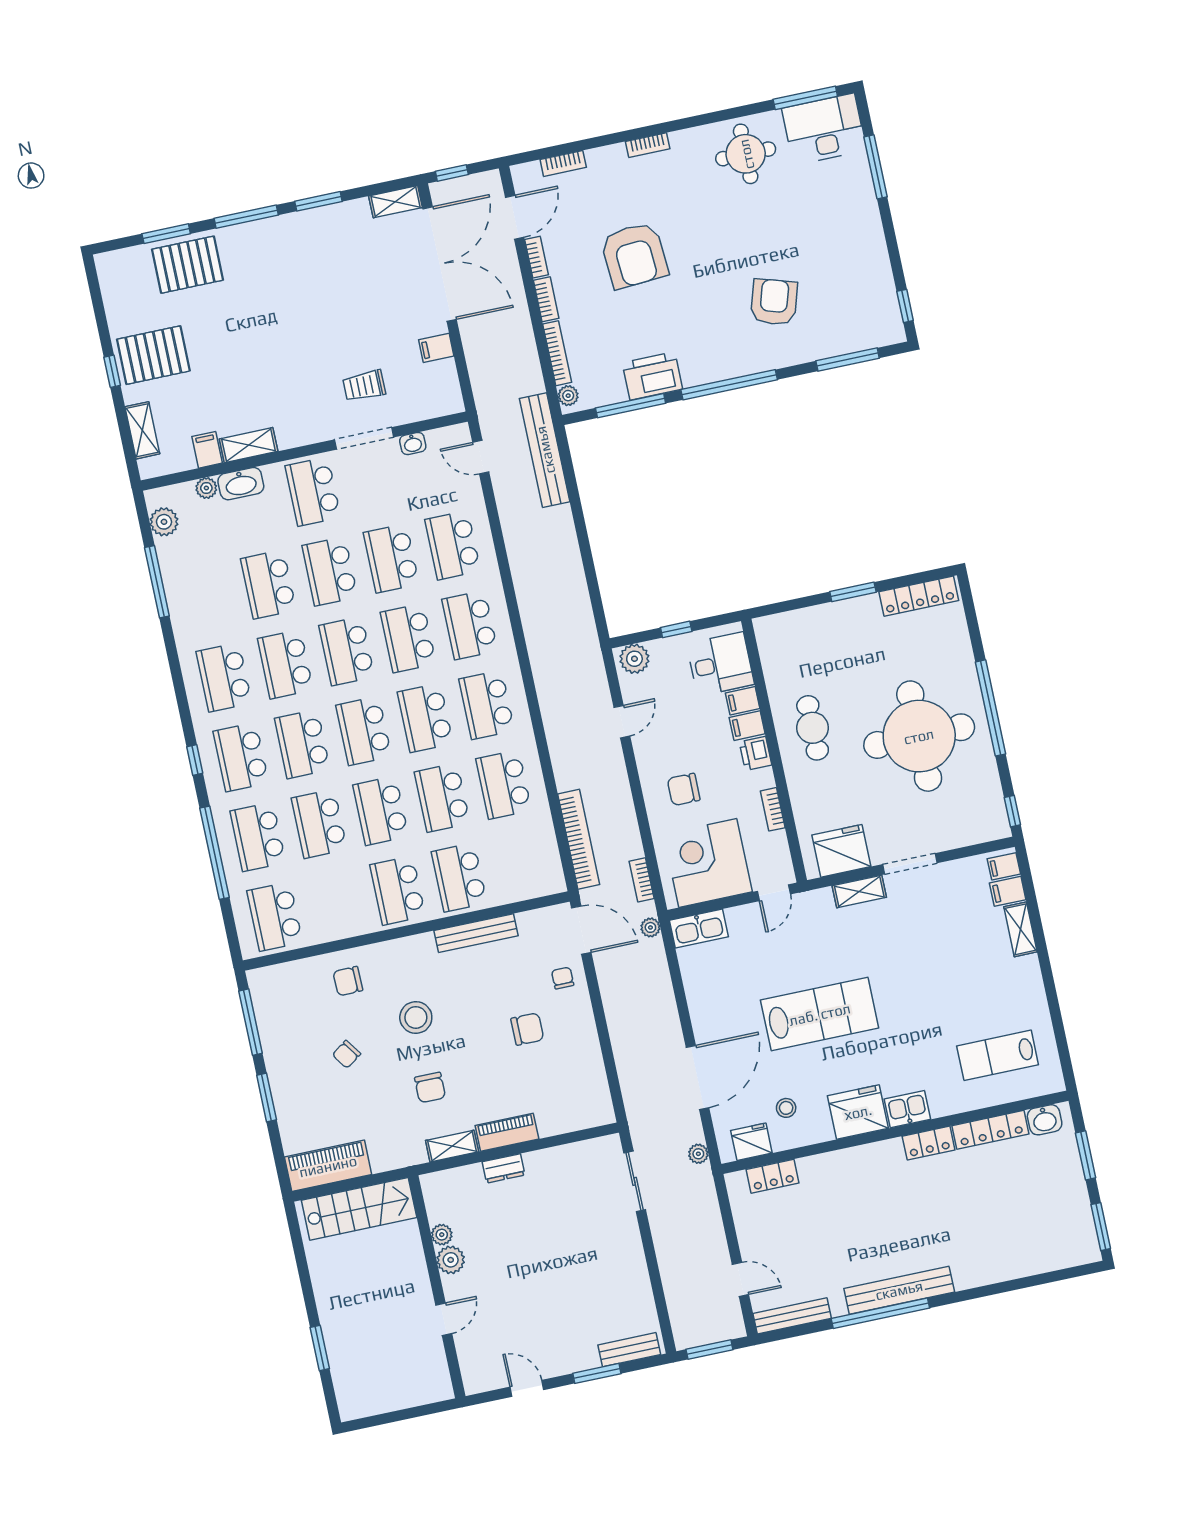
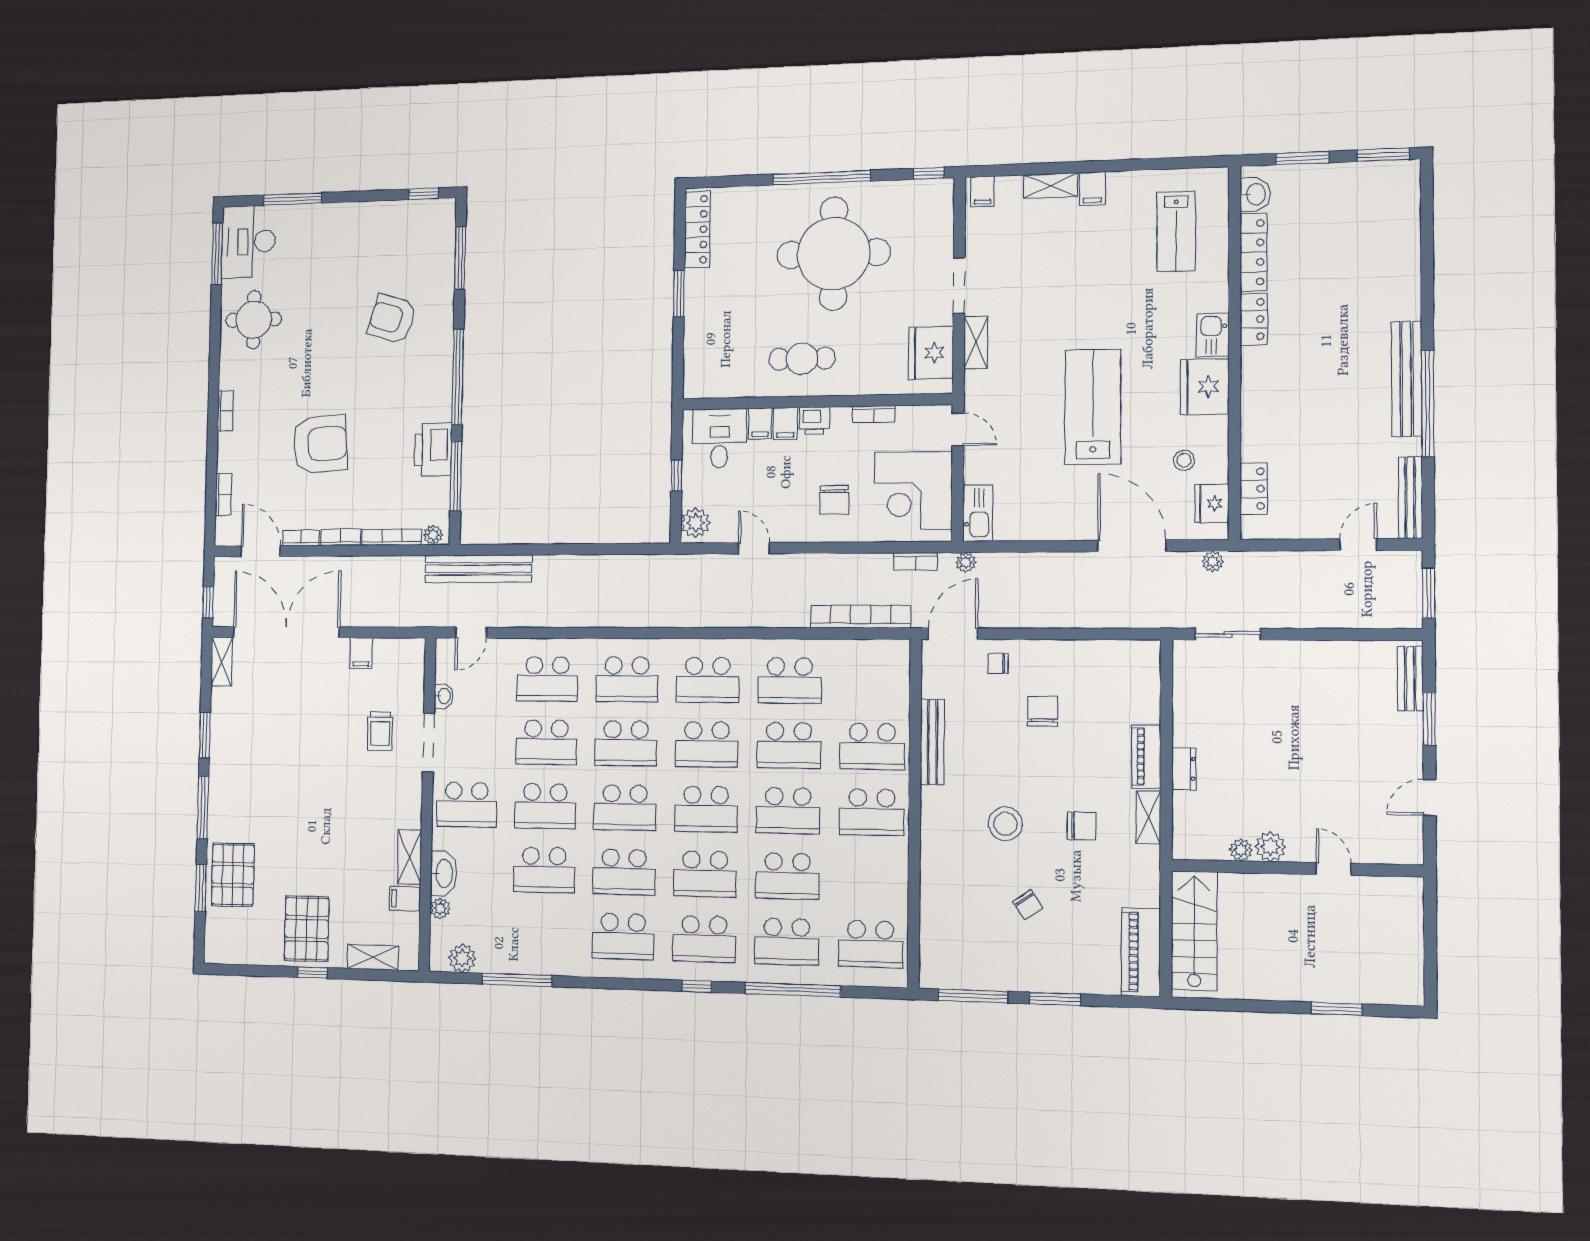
filing cabinet: (1008, 891) -> (1092, 189), moved
chair: (348, 981) -> (953, 885), removed

